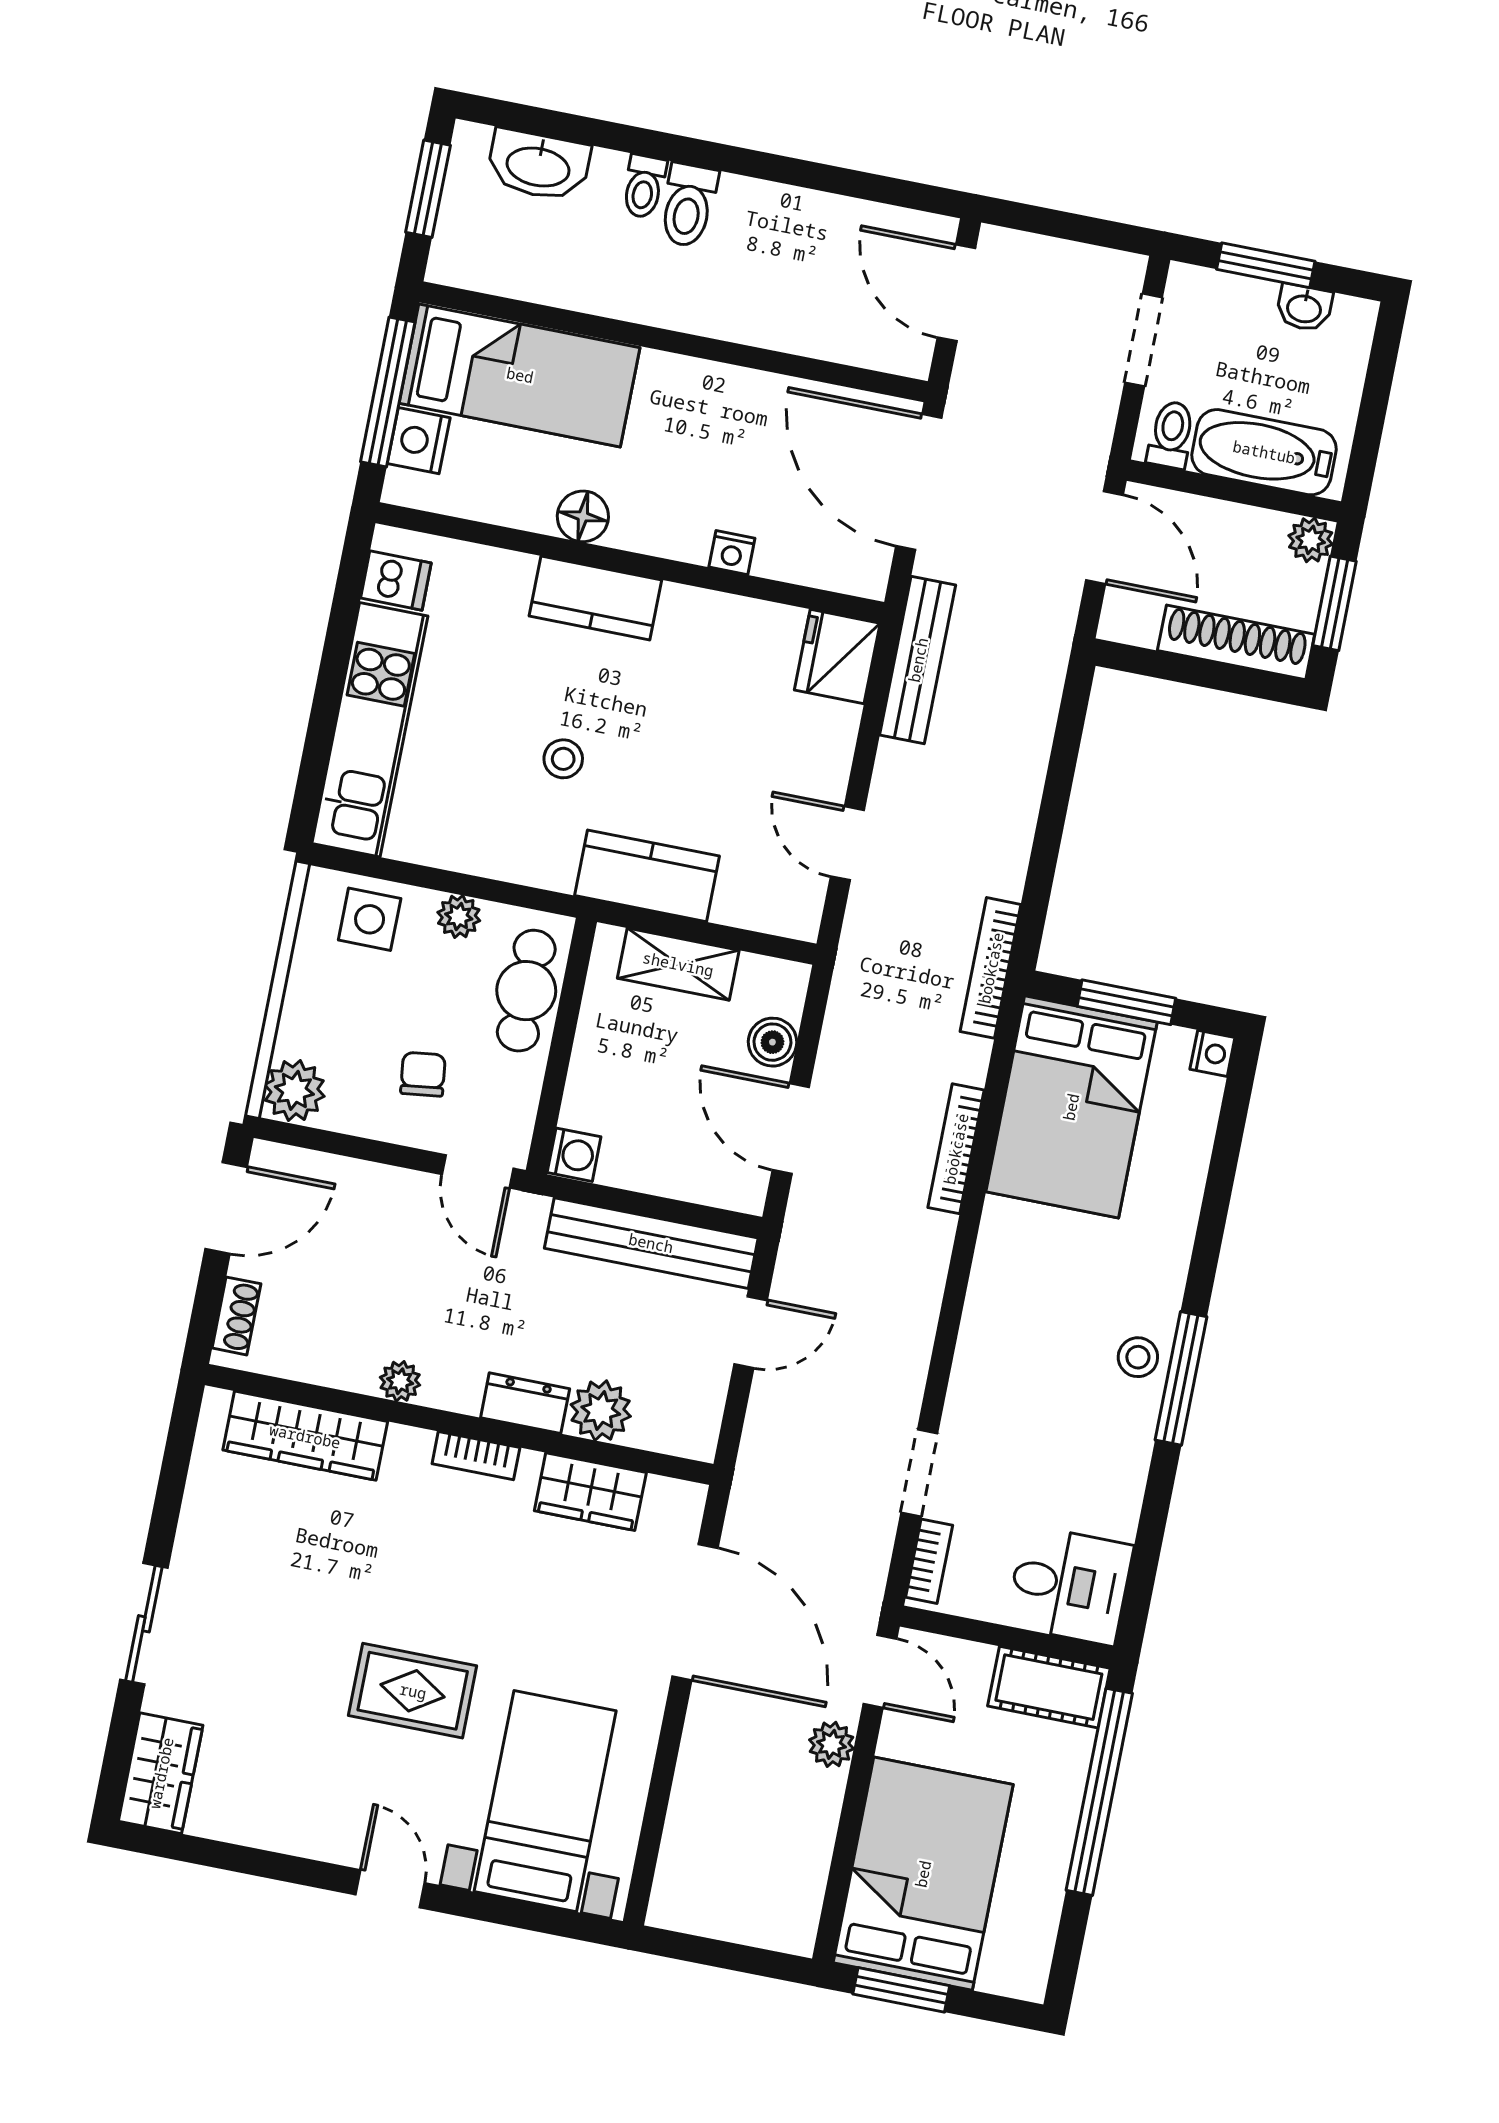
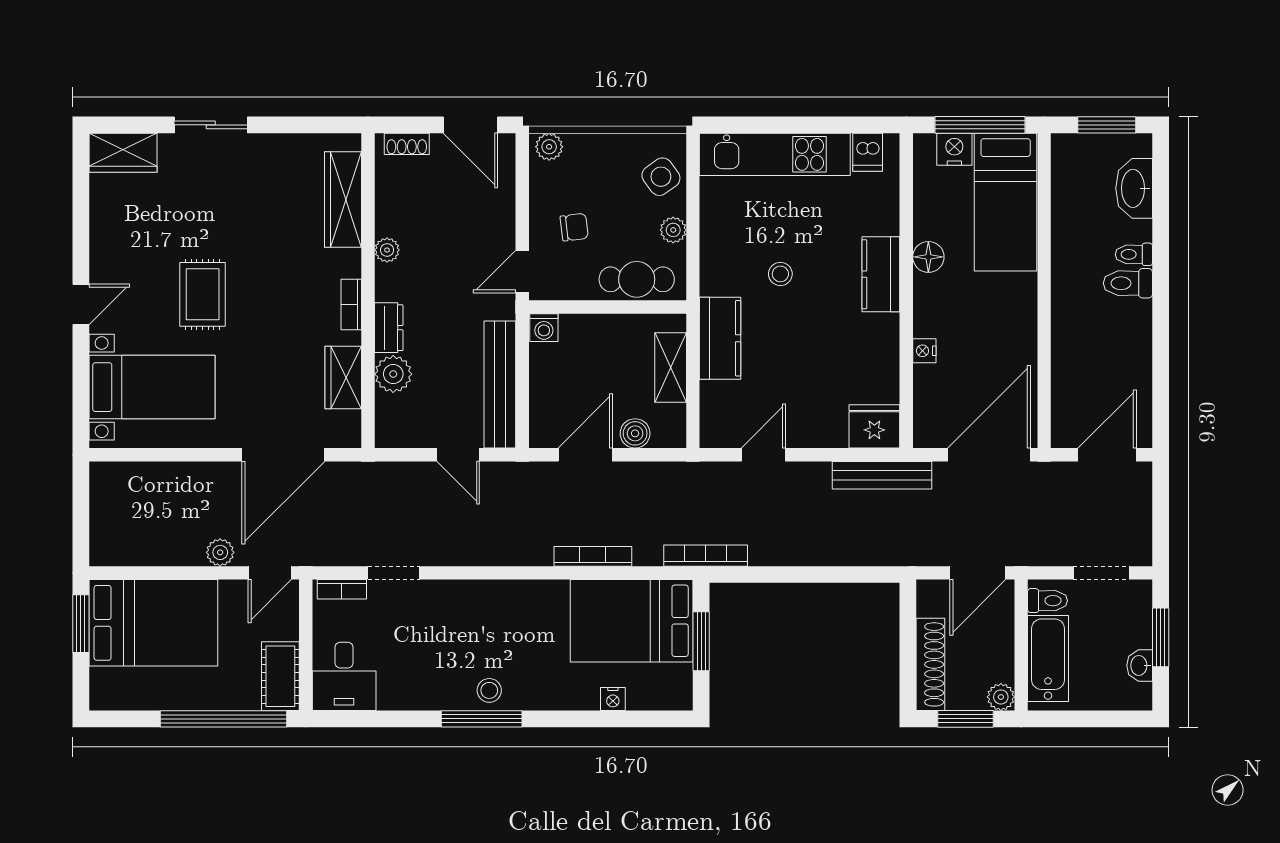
side table: (370, 919) -> (661, 177), turned -36
nightstand: (1212, 1053) -> (613, 699), moved
plant: (294, 1090) -> (549, 147), width x0.73, depth x0.73

